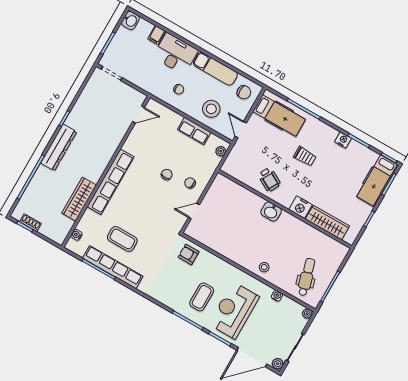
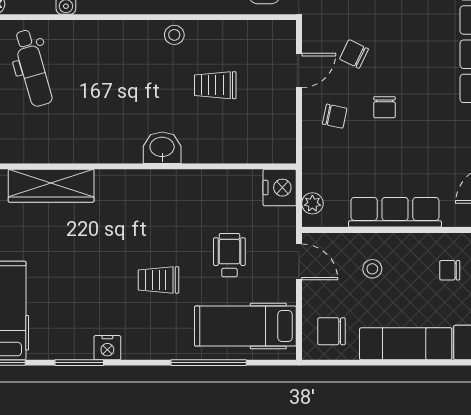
stool: (211, 109) -> (372, 269), width x0.53, depth x0.53
row of seats: (194, 131) -> (395, 212), width x1.48
wheelchair: (269, 180) -> (229, 255), moved, turned 61
chair: (167, 205) -> (354, 54), added
nightstand: (300, 207) -> (280, 188), moved, turned 90
trolley: (233, 225) -> (215, 85), added
stool: (264, 267) -> (174, 35), moved

